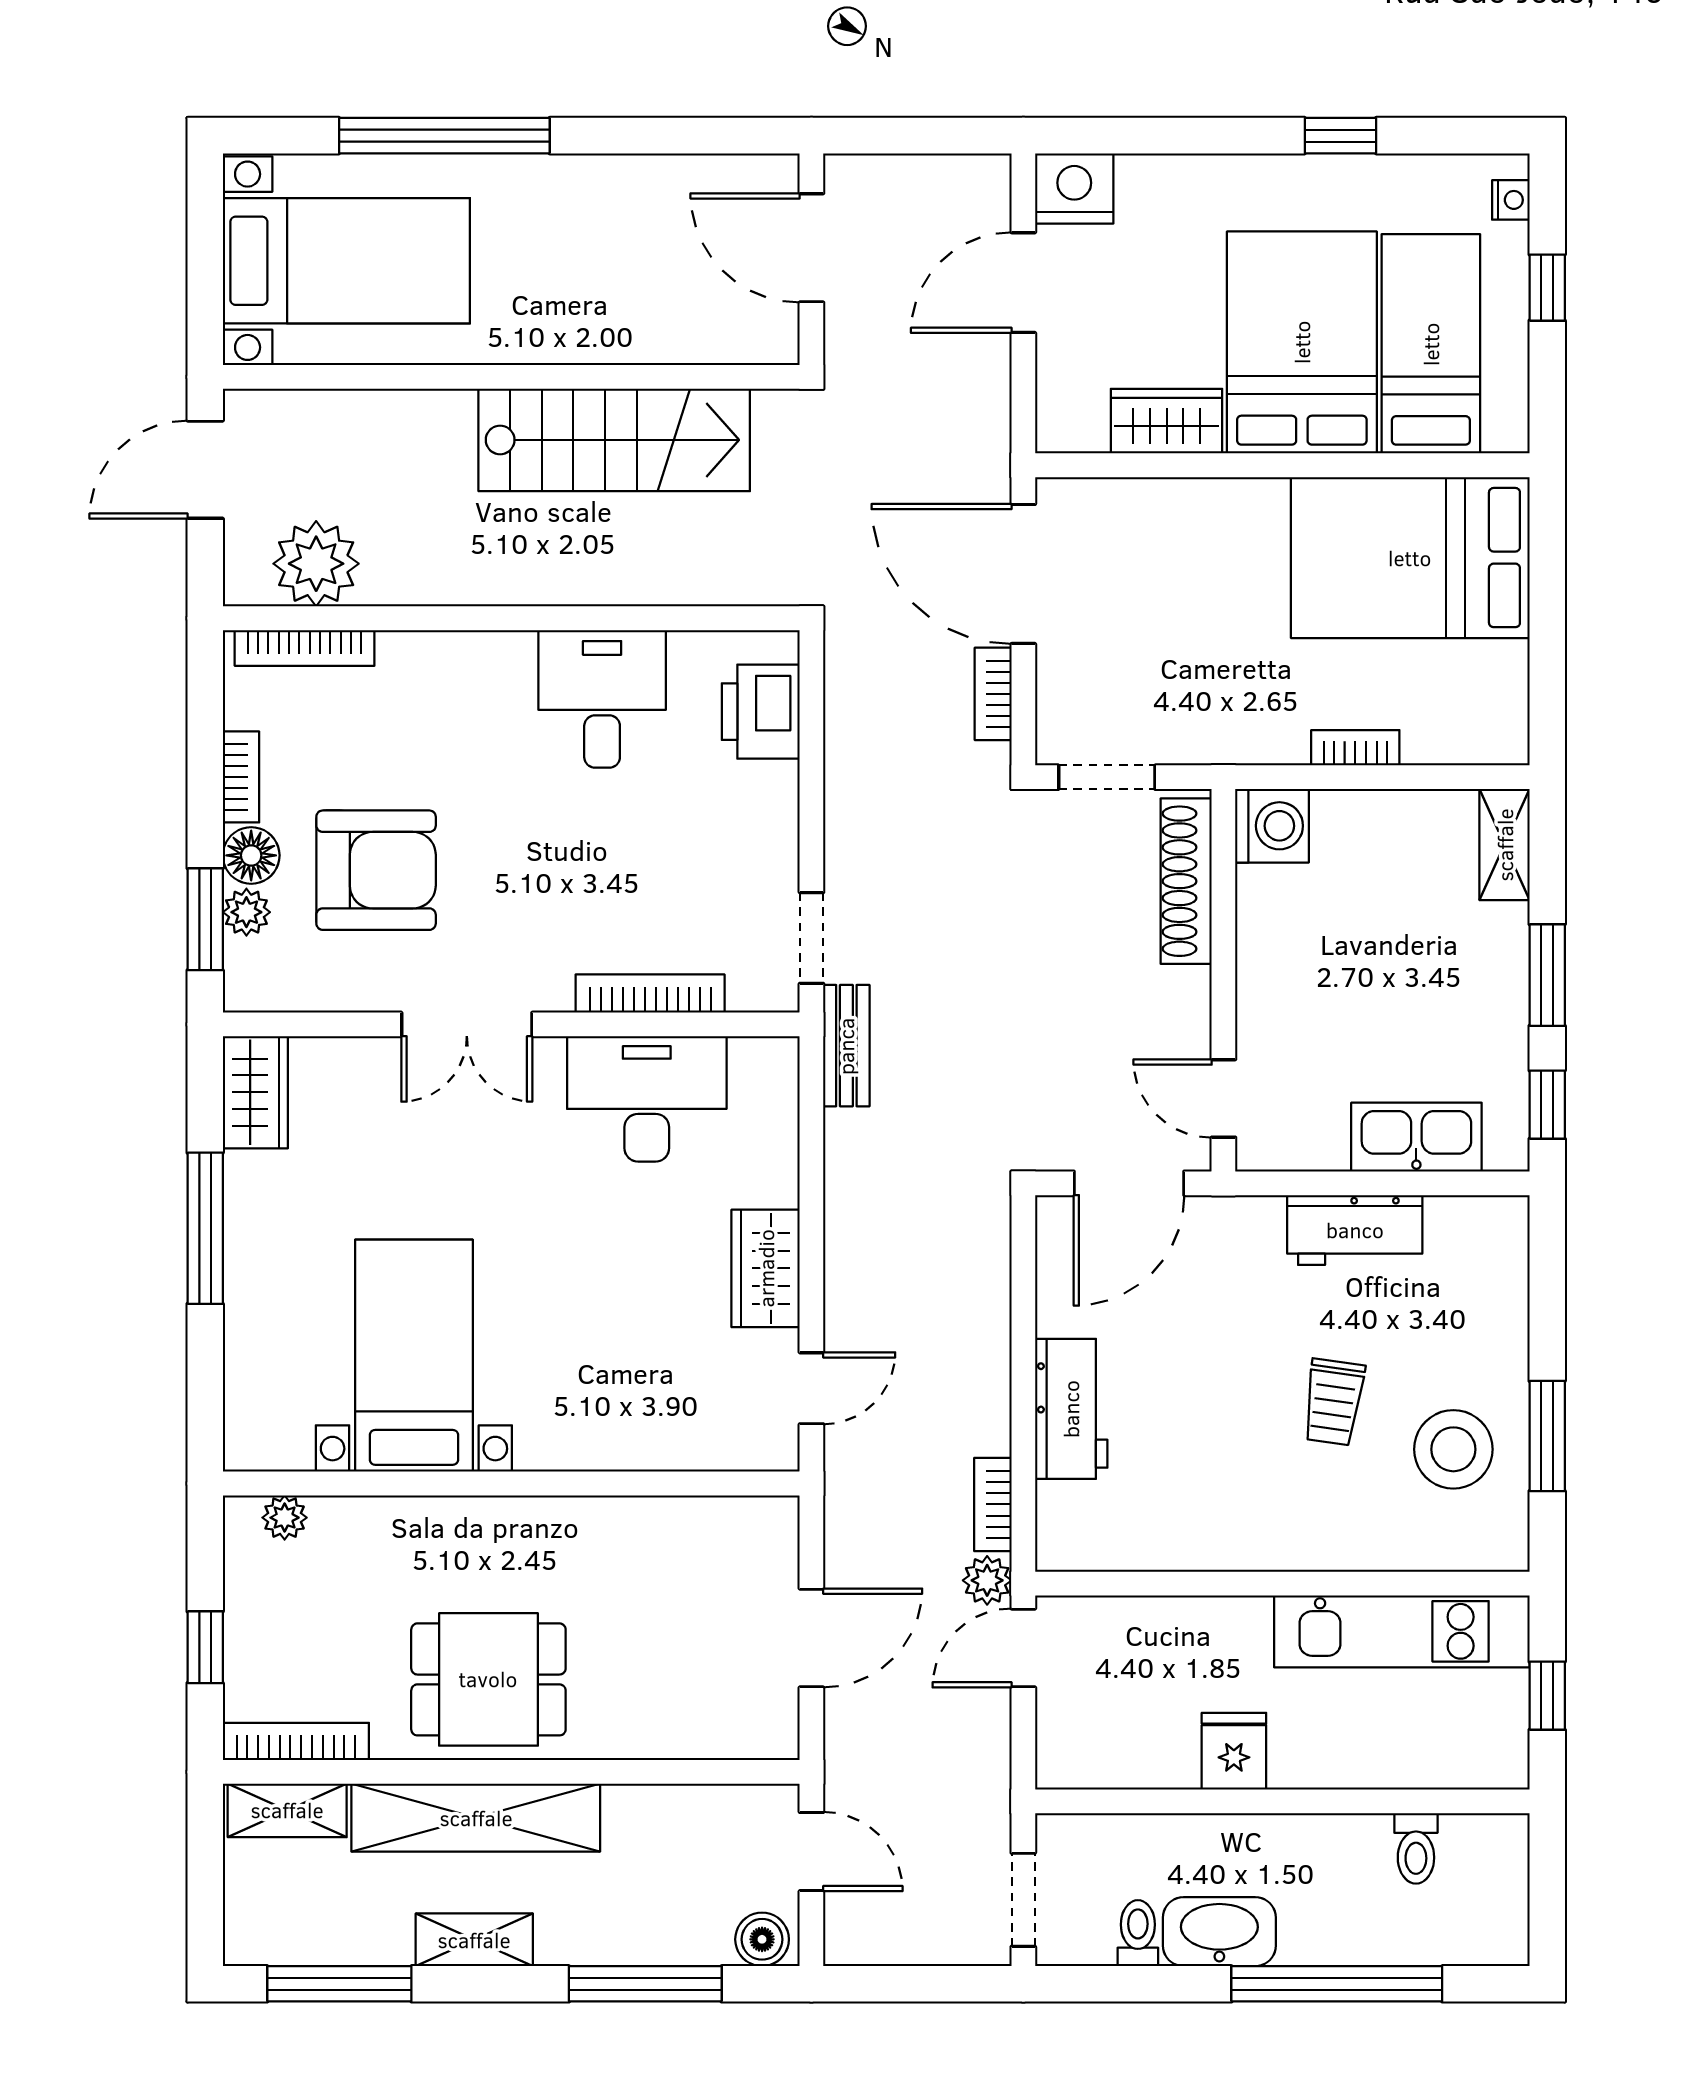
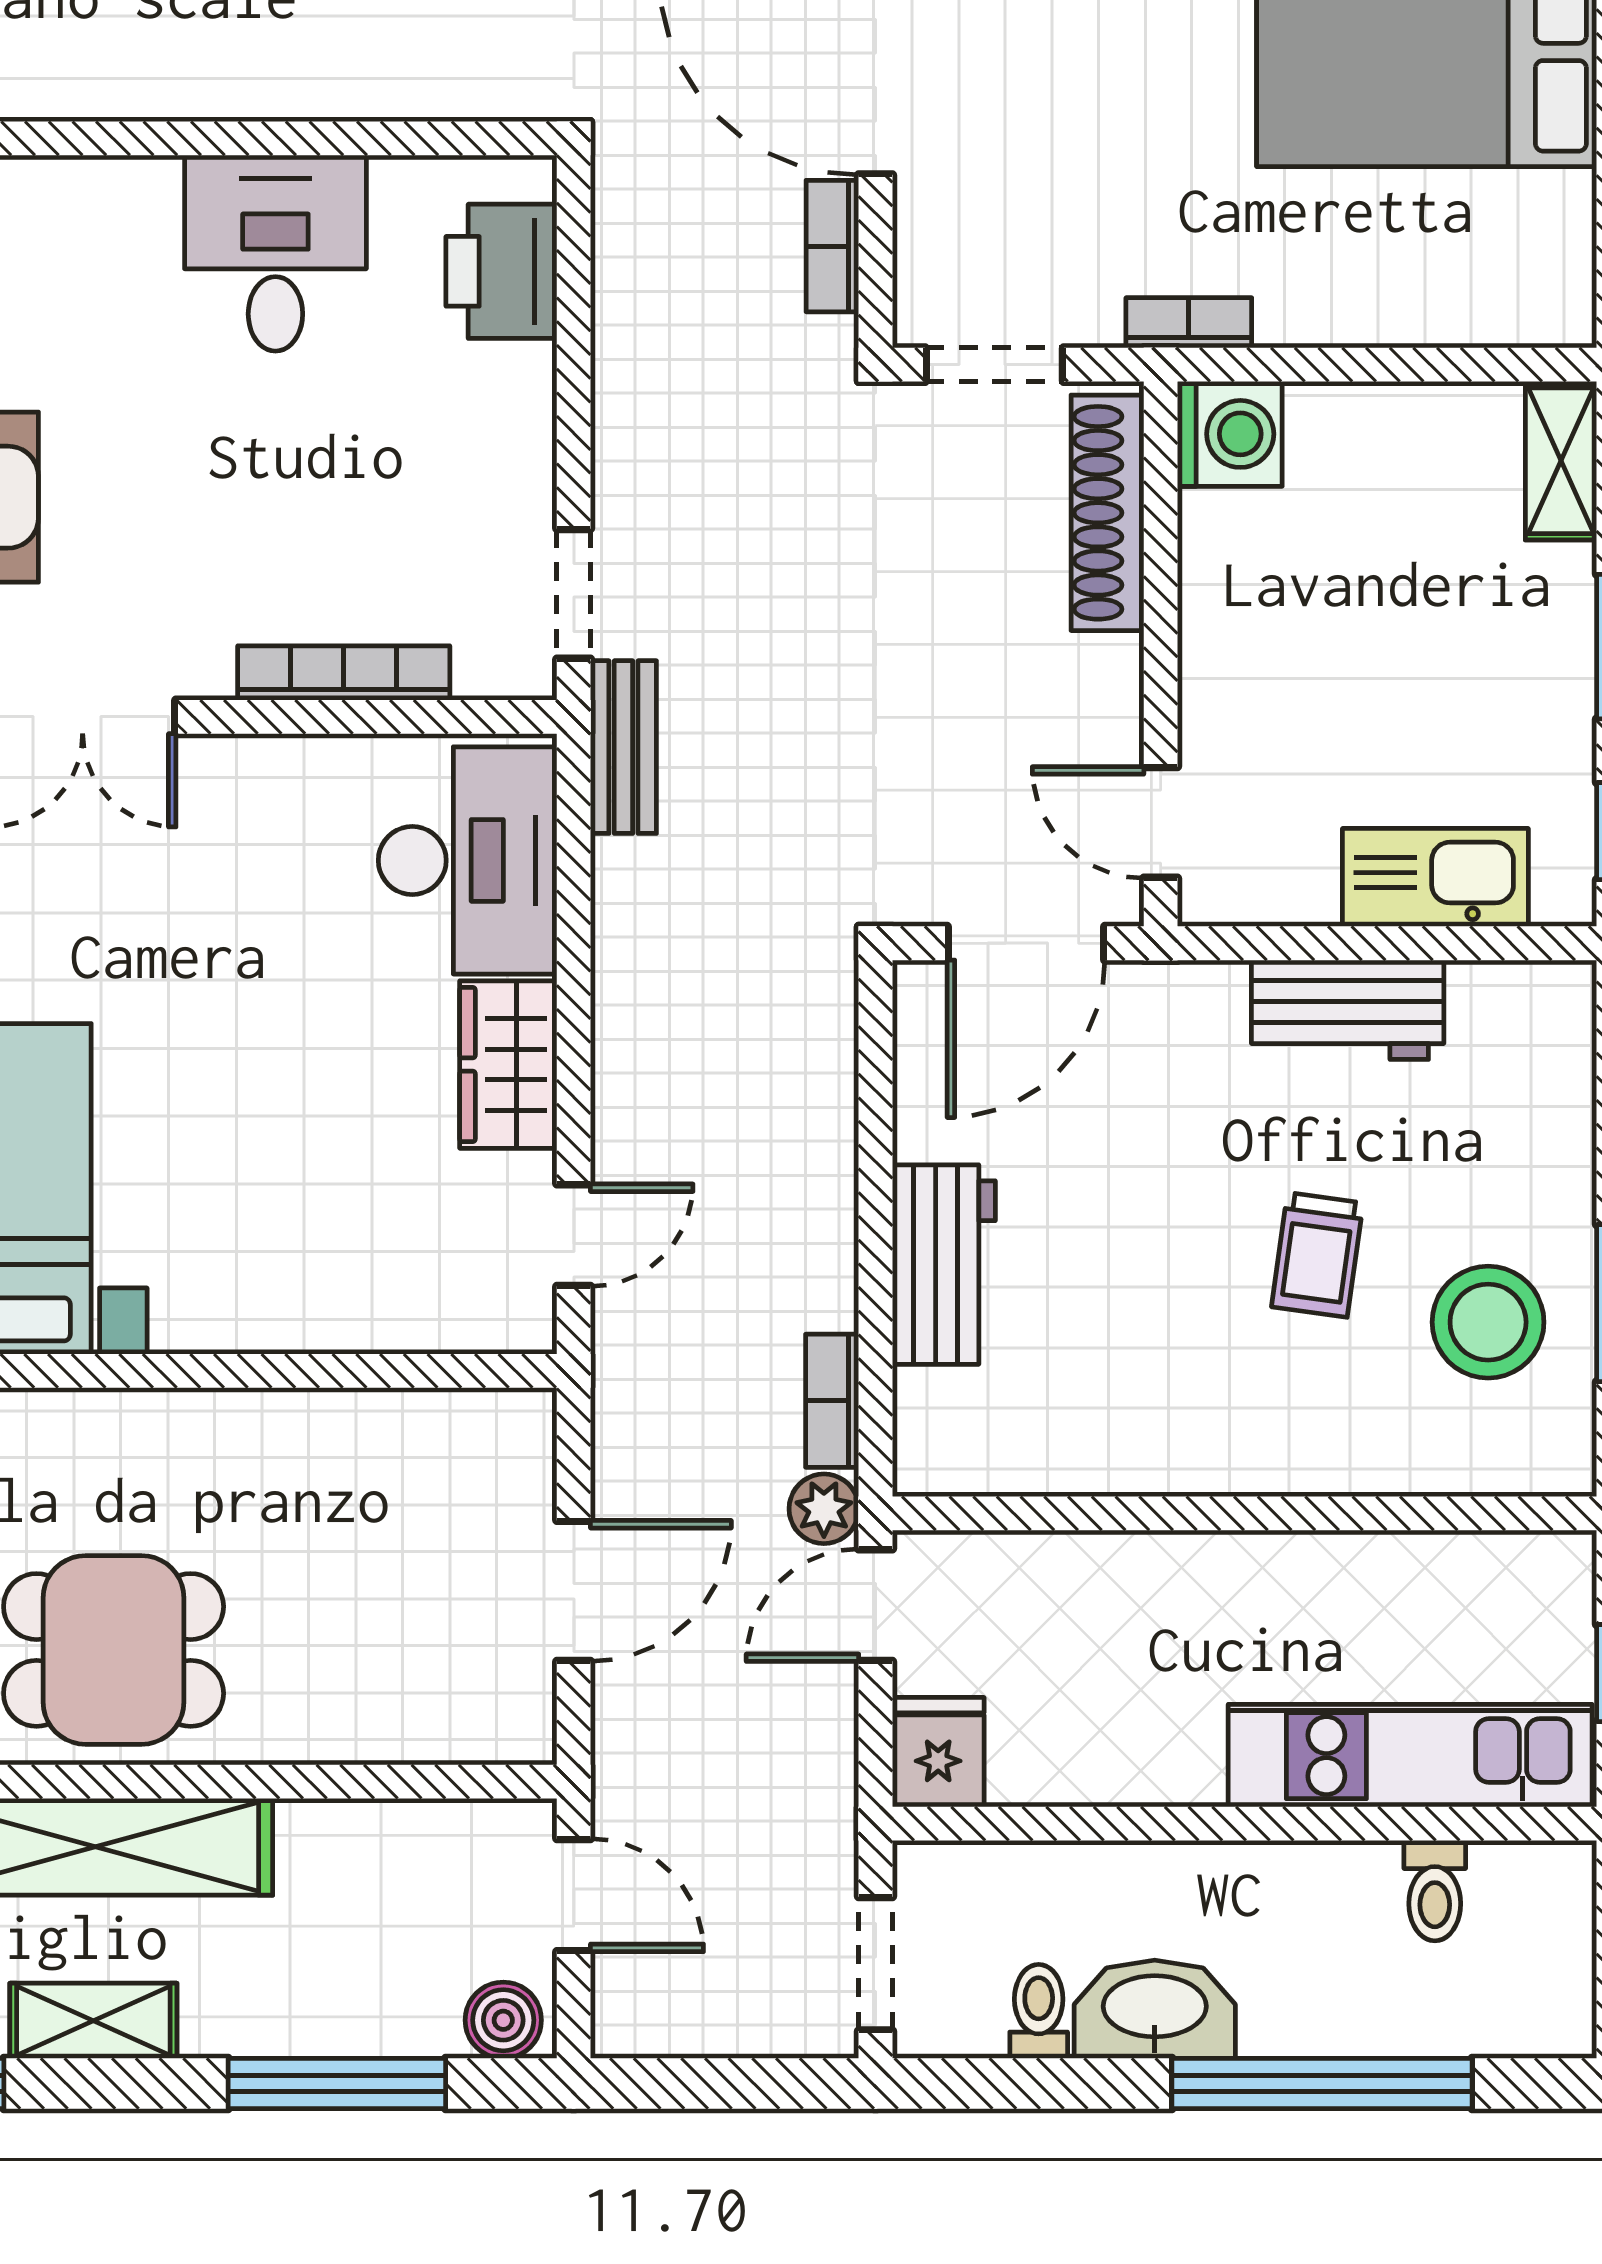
bookcase: (1355, 748) -> (1189, 323), moved
desk: (647, 1099) -> (468, 860), moved, turned 90
kitchen unit: (1402, 1631) -> (1410, 1756), moved, turned 180
fridge: (1234, 1751) -> (938, 1752), moved

